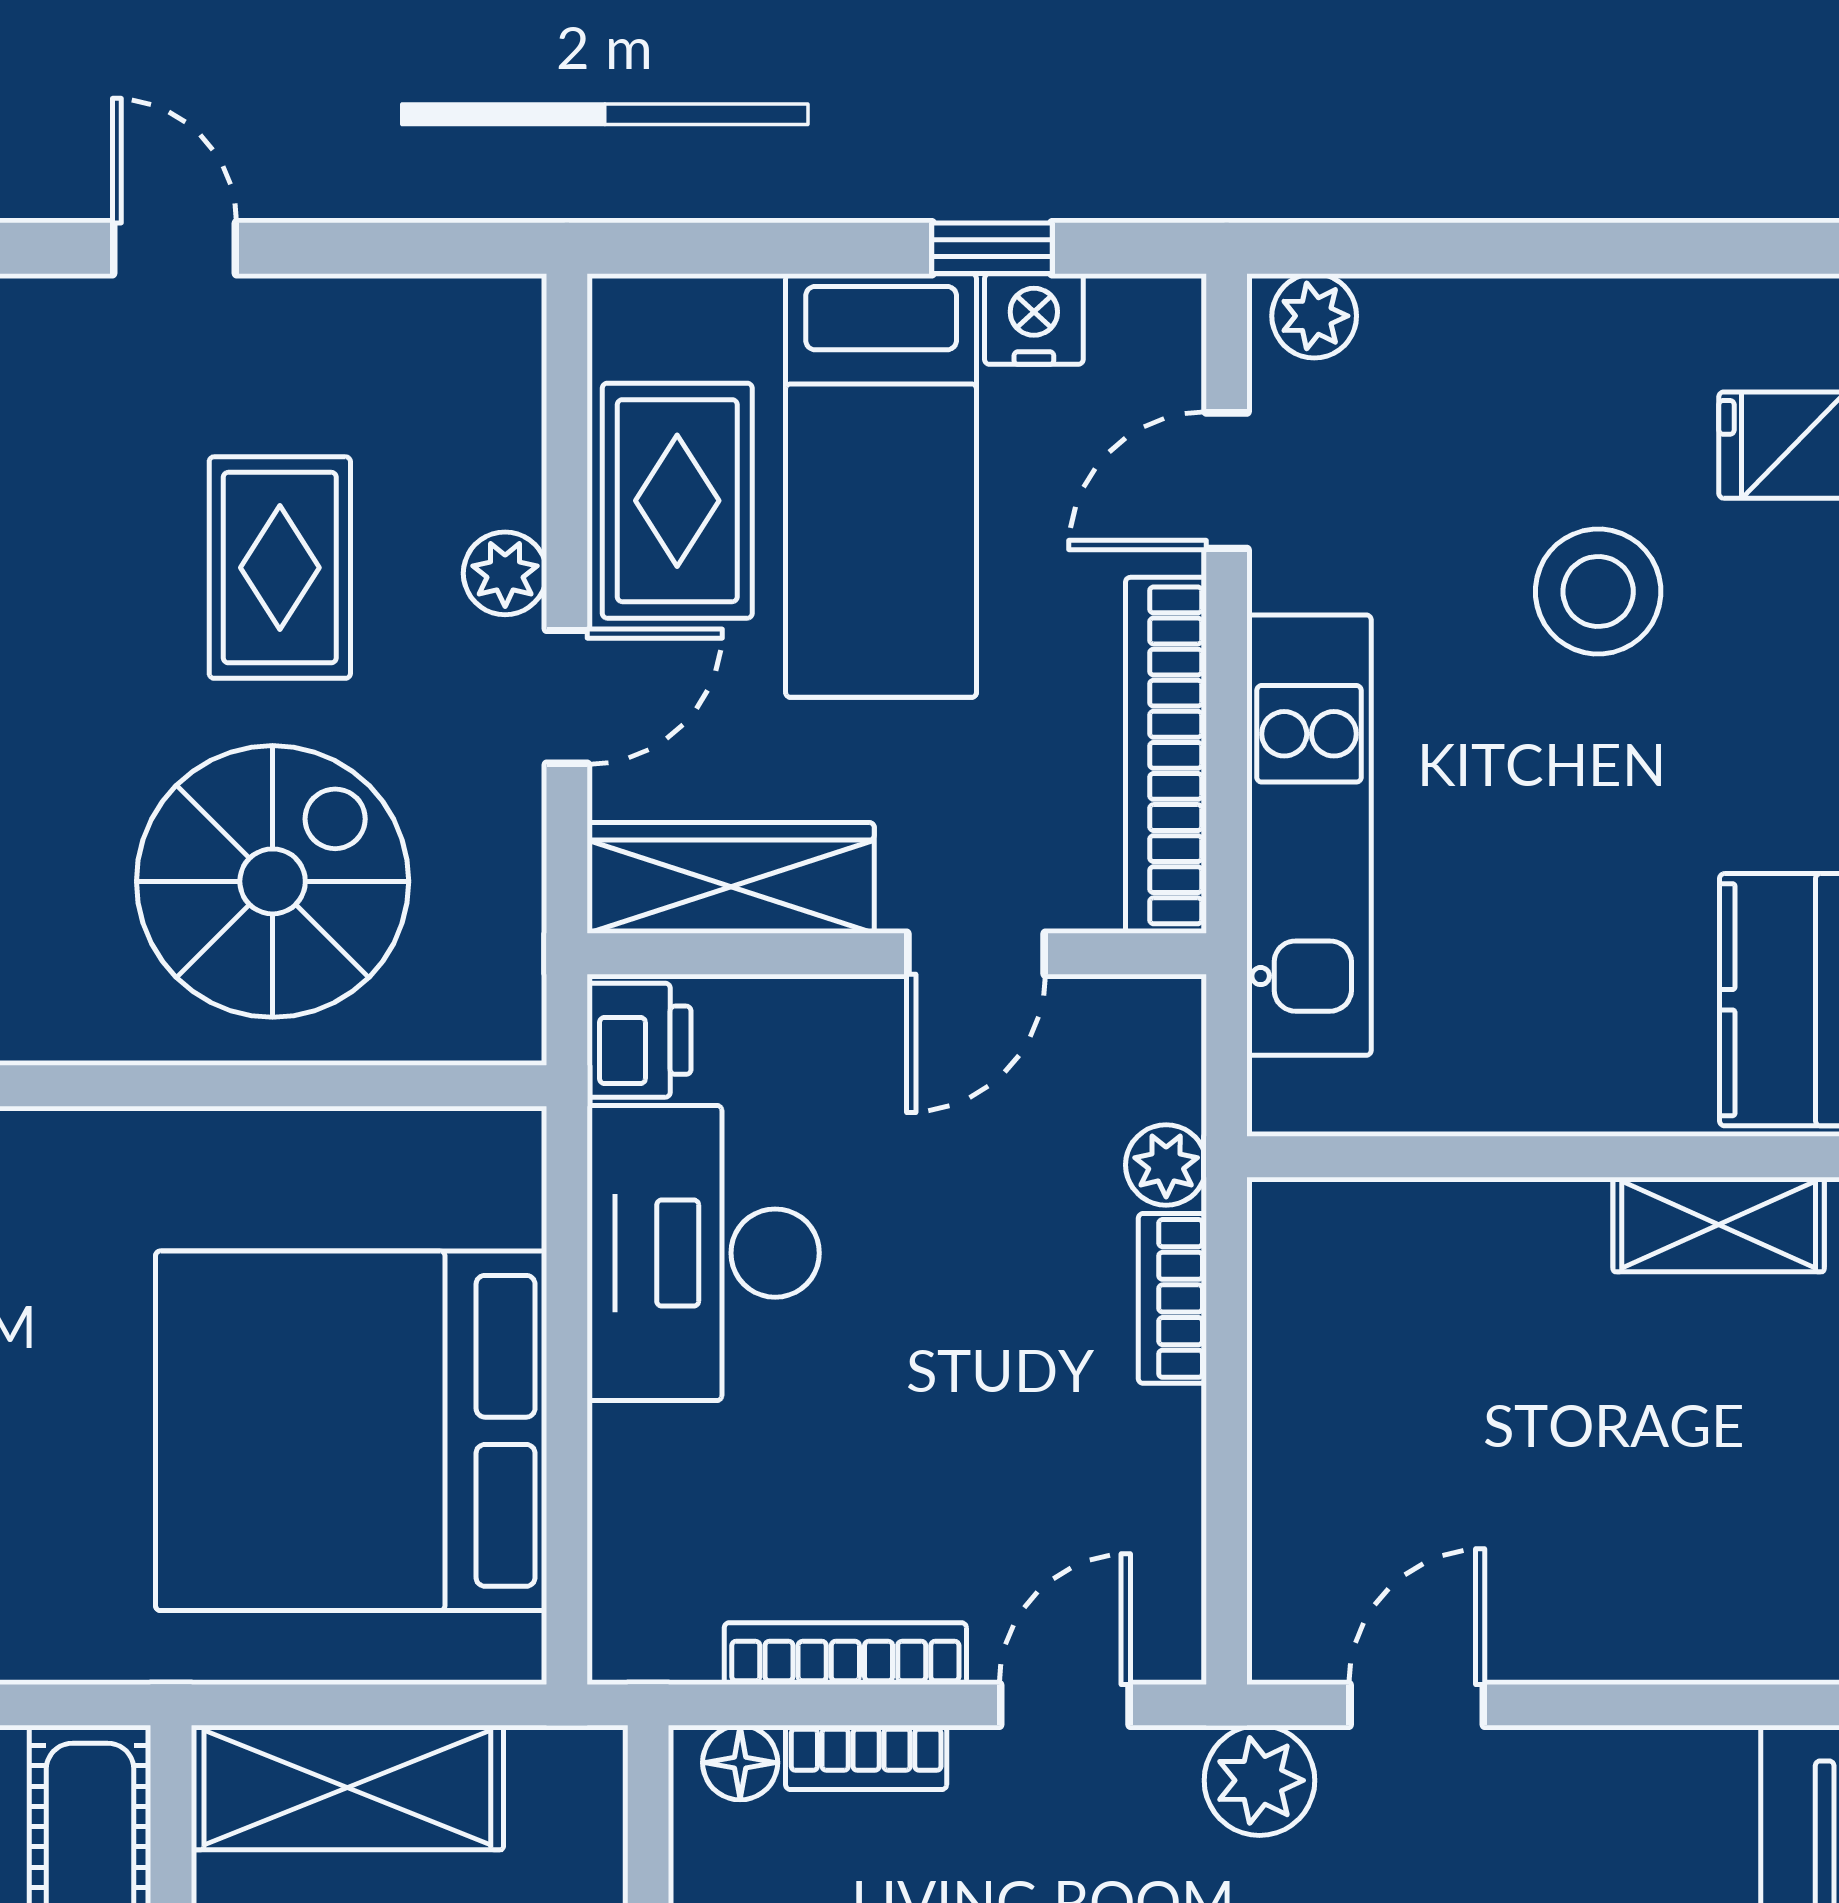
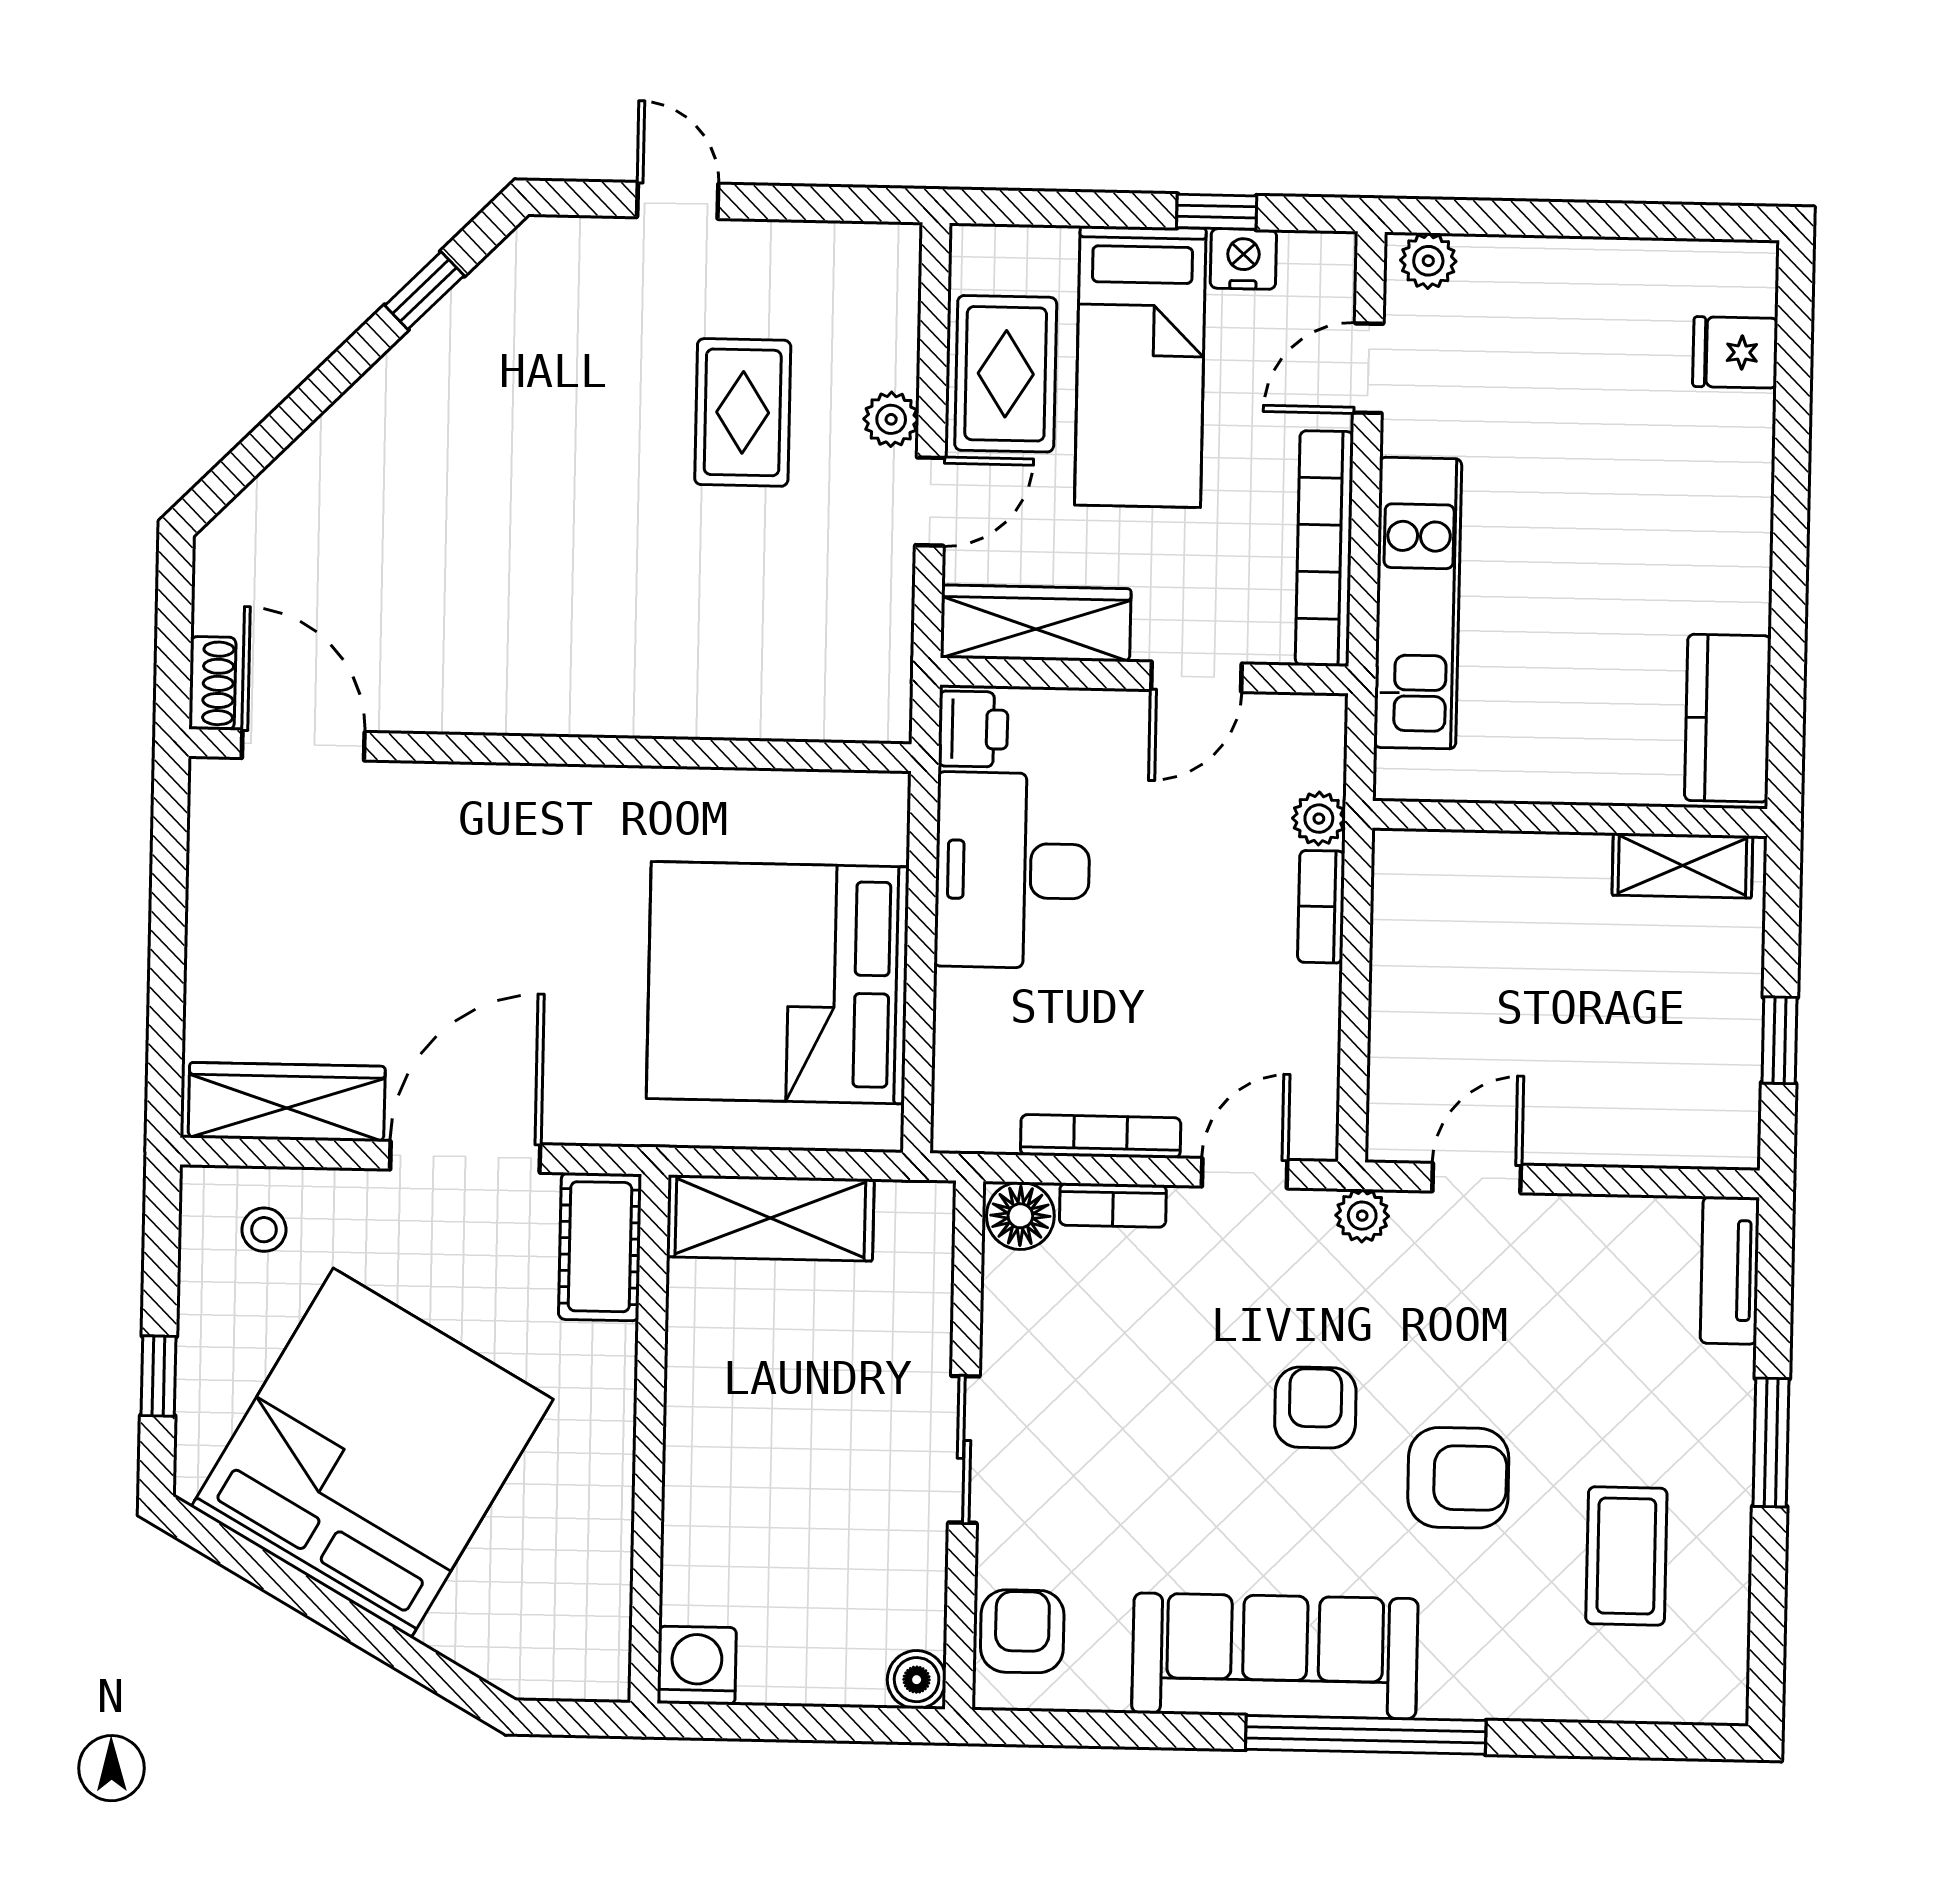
stool: (1598, 592) -> (1612, 446), removed
spiral stairs: (273, 881) -> (734, 619), removed
floor lamp: (740, 1763) -> (1020, 1216), width x1.37, depth x1.37
plant: (1259, 1780) -> (1362, 1216), width x0.73, depth x0.73

